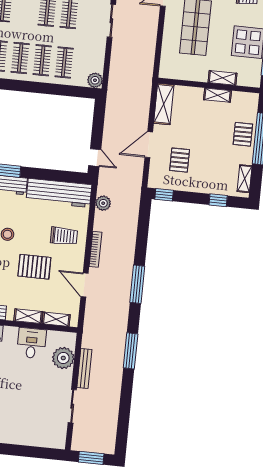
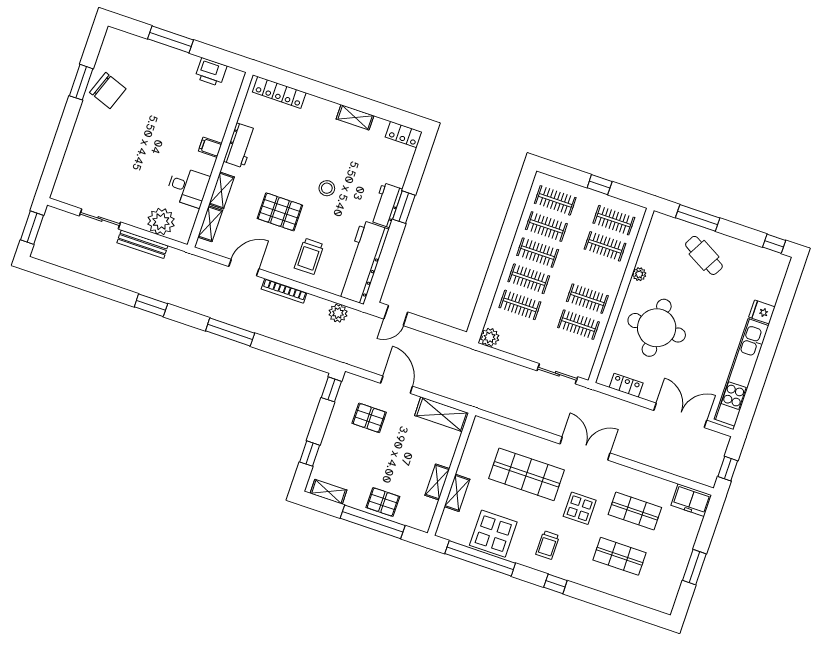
pallet: (34, 267) -> (280, 212), turned 90
window: (131, 351) -> (151, 305), width x0.69

